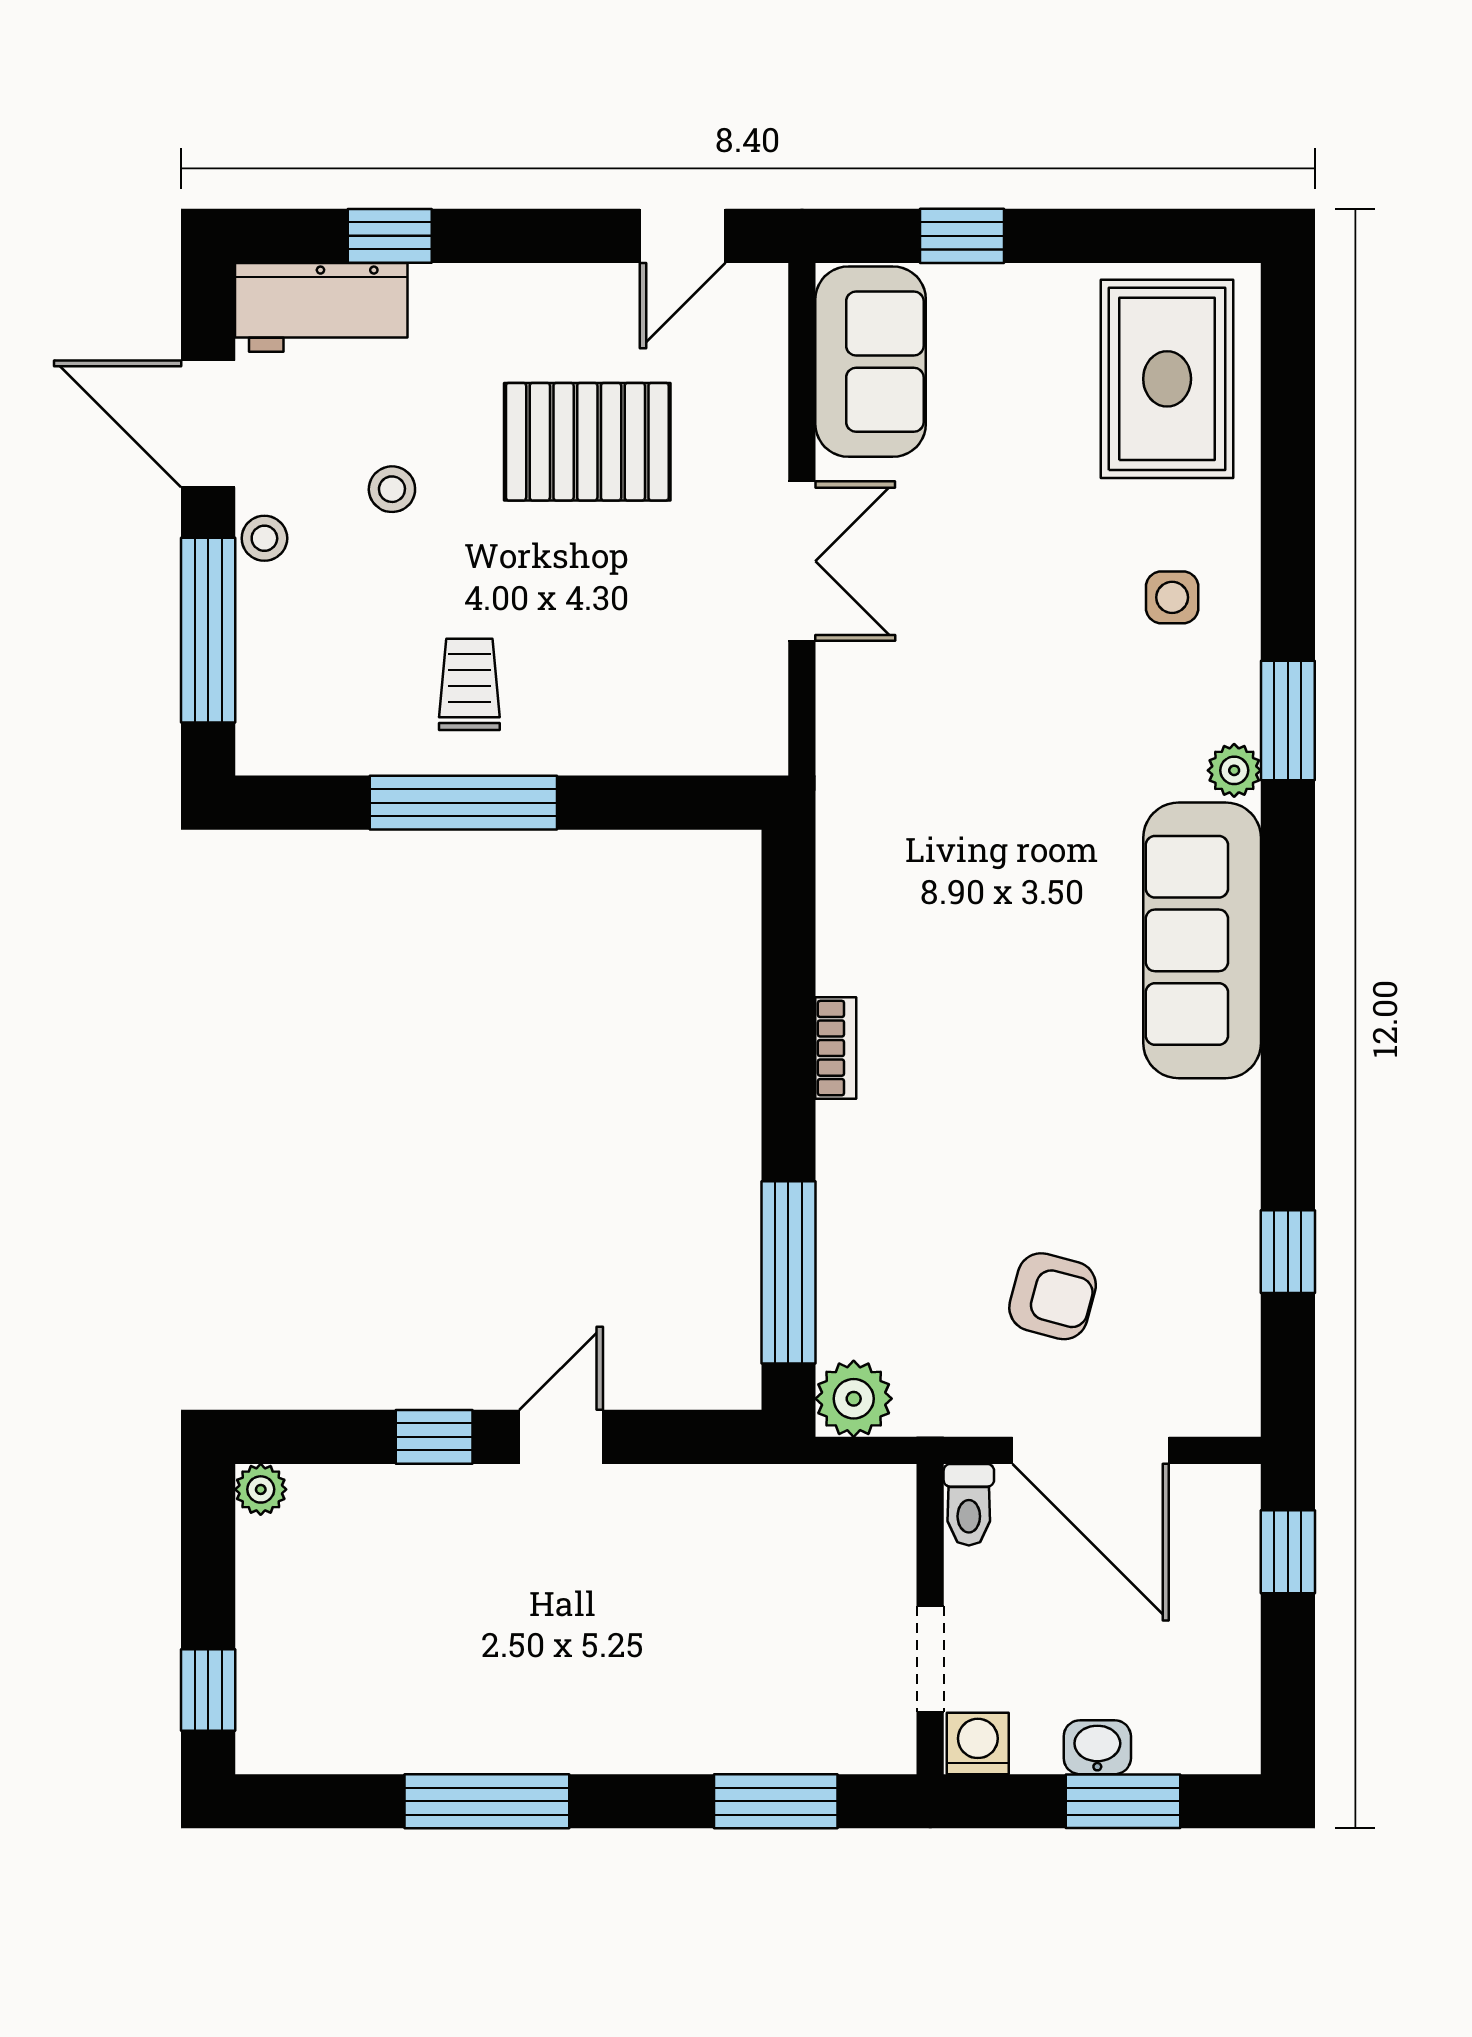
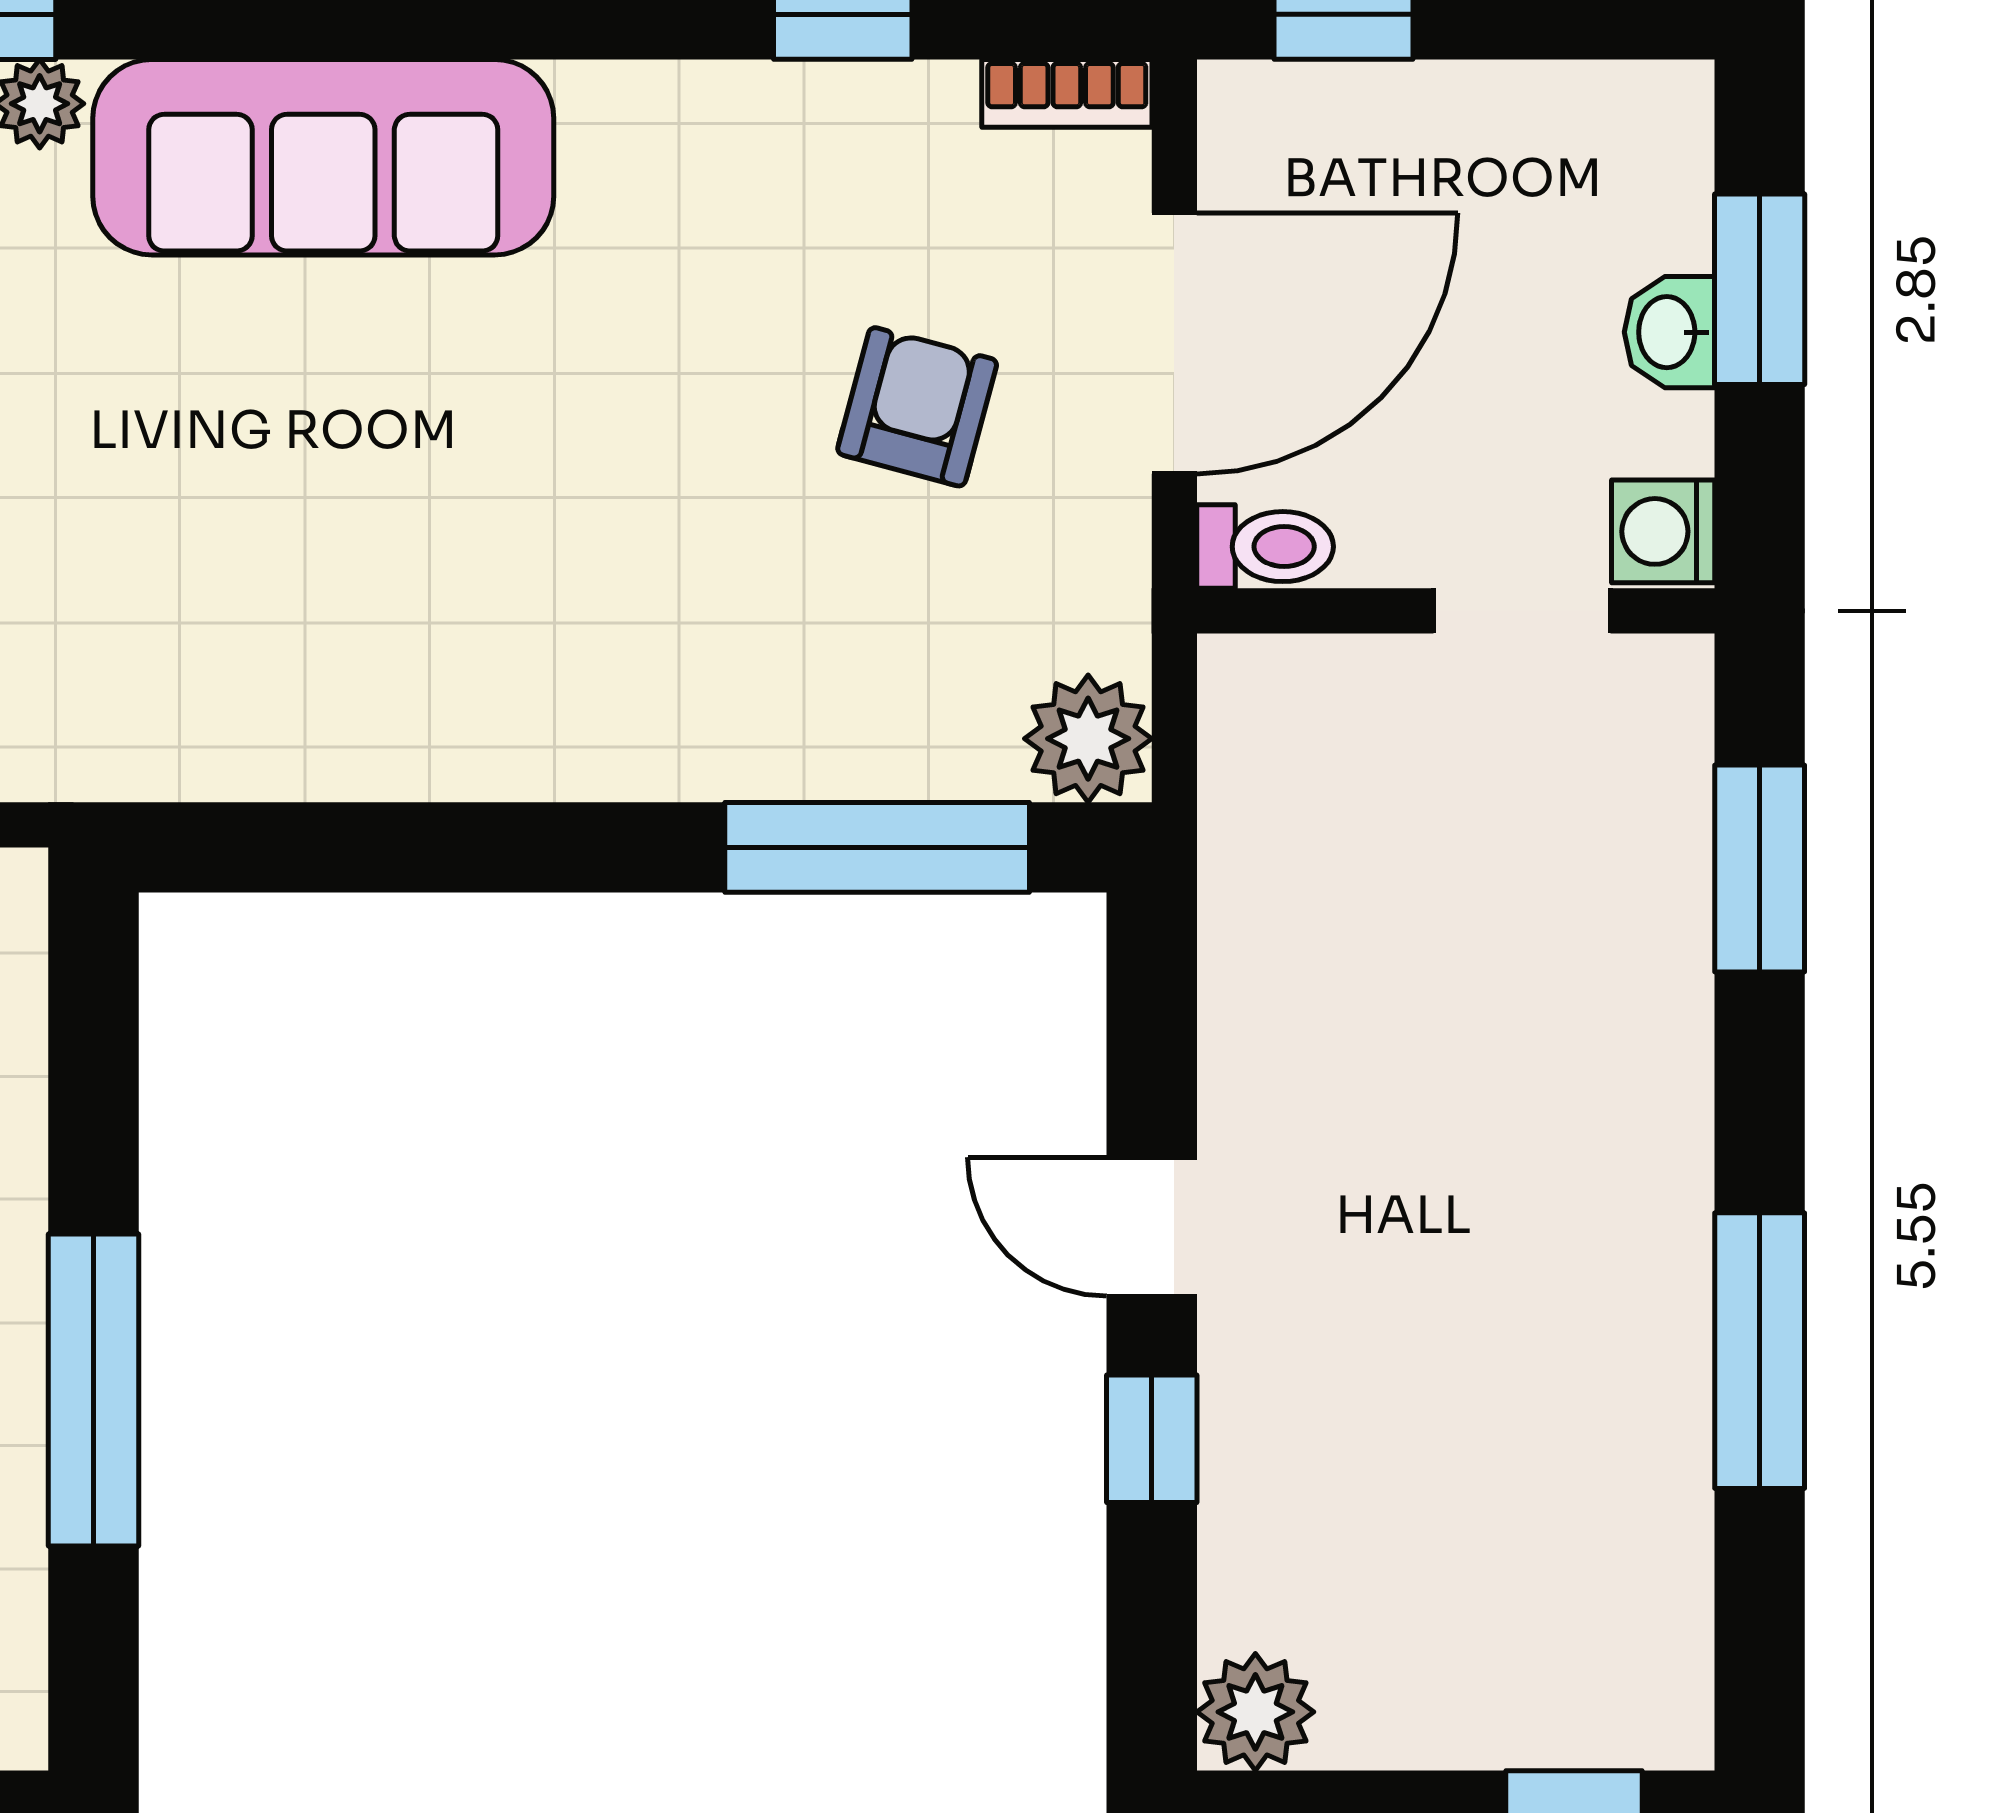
bookcase: (836, 1048) -> (1067, 93), moved, turned 180
plant: (261, 1489) -> (1255, 1712), width x1.38, depth x1.38

